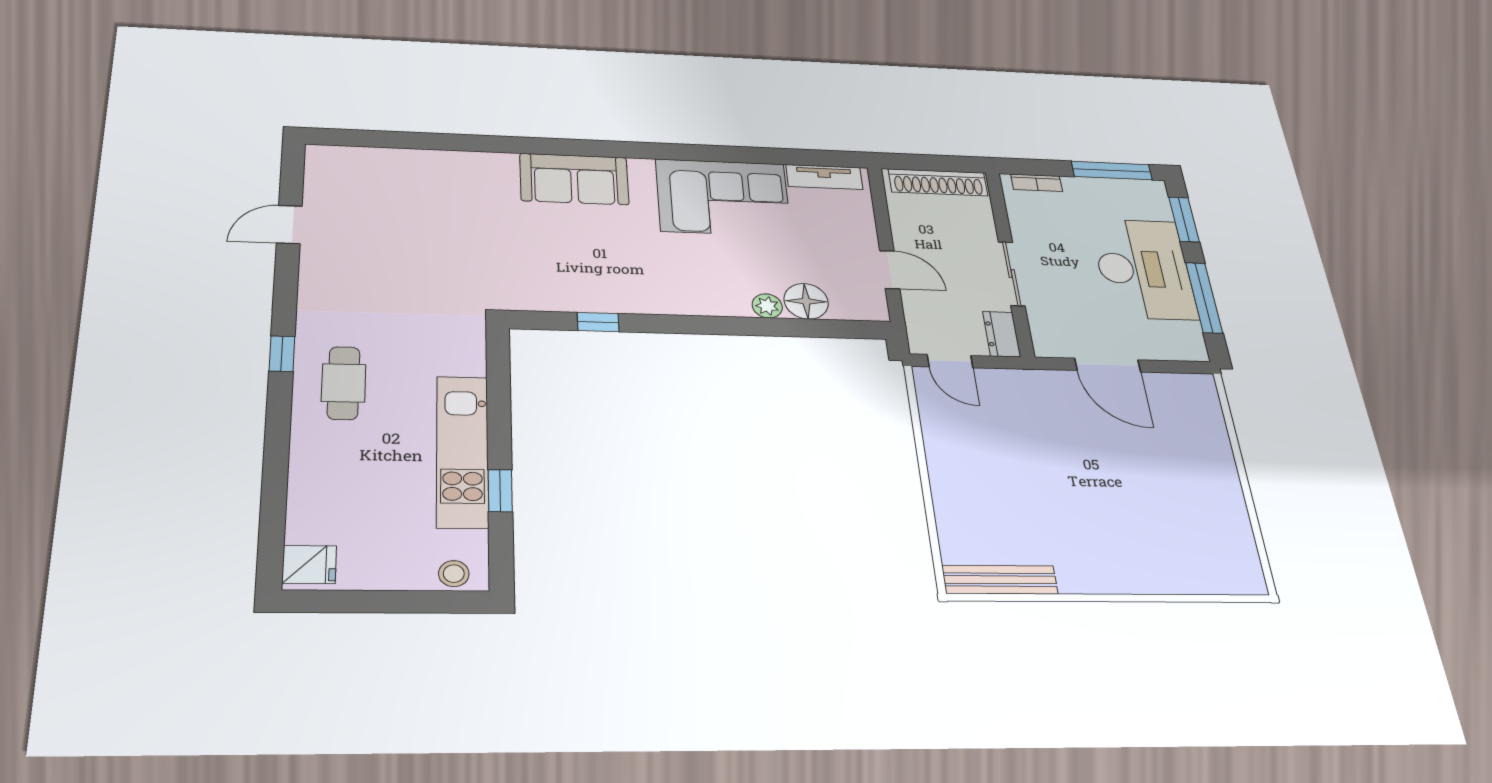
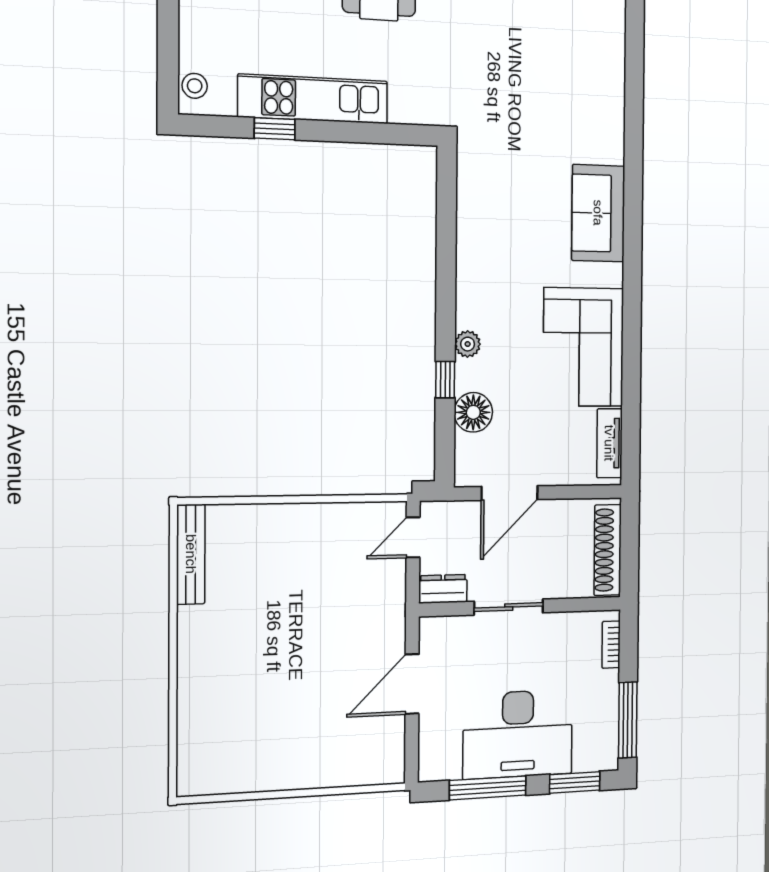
door: (890, 270) -> (510, 493), width x1.38
plant: (767, 306) -> (468, 344), moved
window: (598, 322) -> (445, 380), moved

